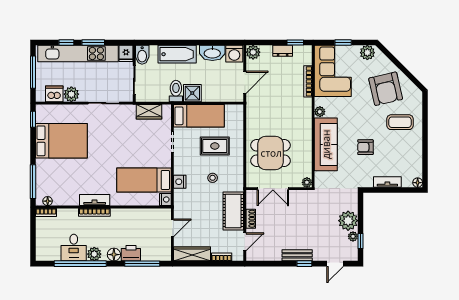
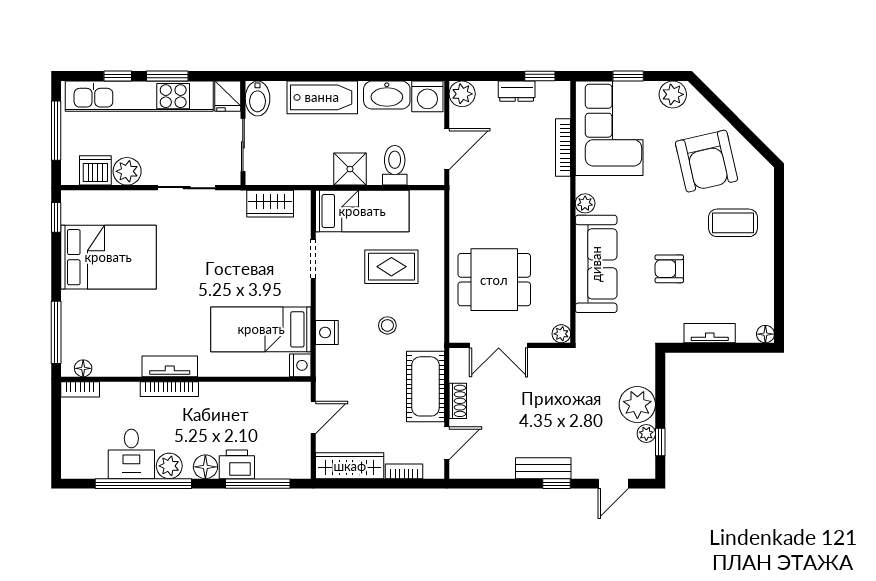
toilet: (176, 91) -> (395, 165), moved

